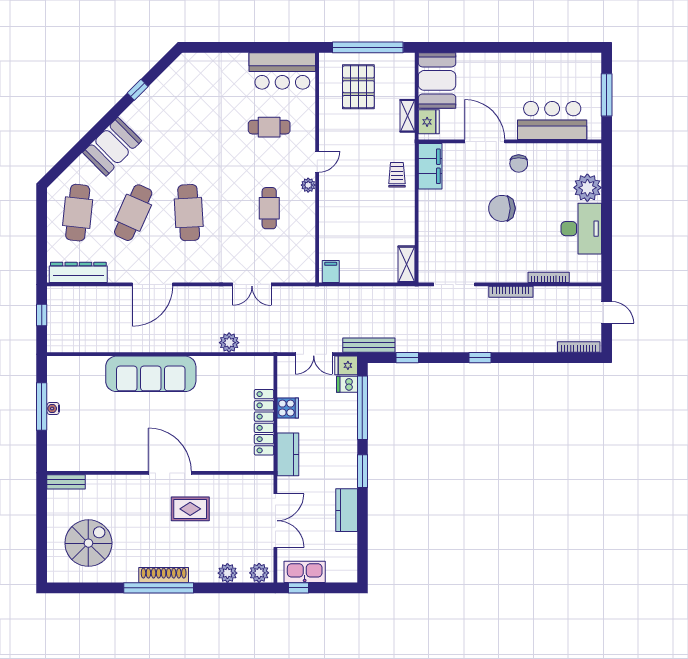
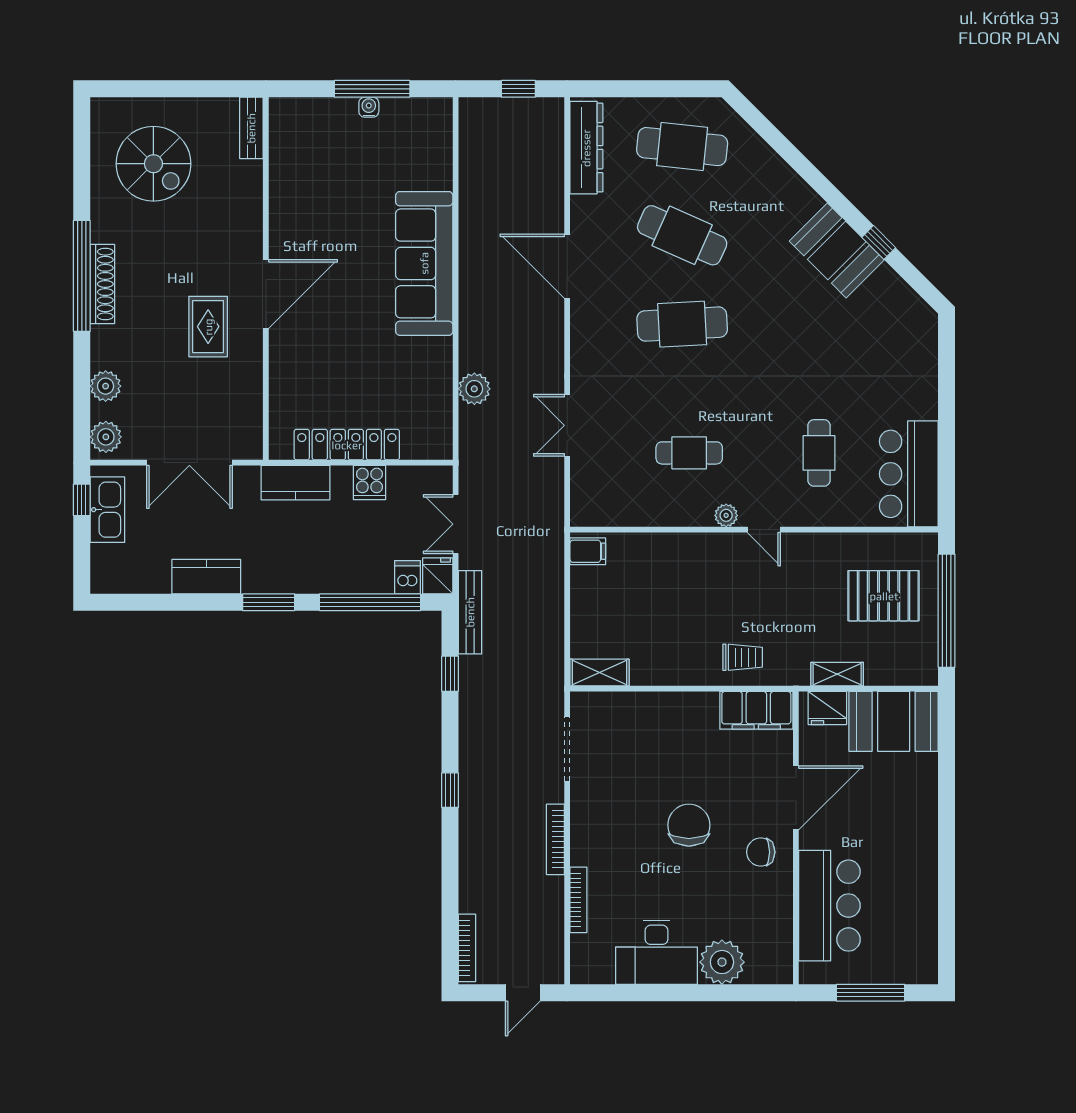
booth: (112, 147) -> (837, 250), moved

